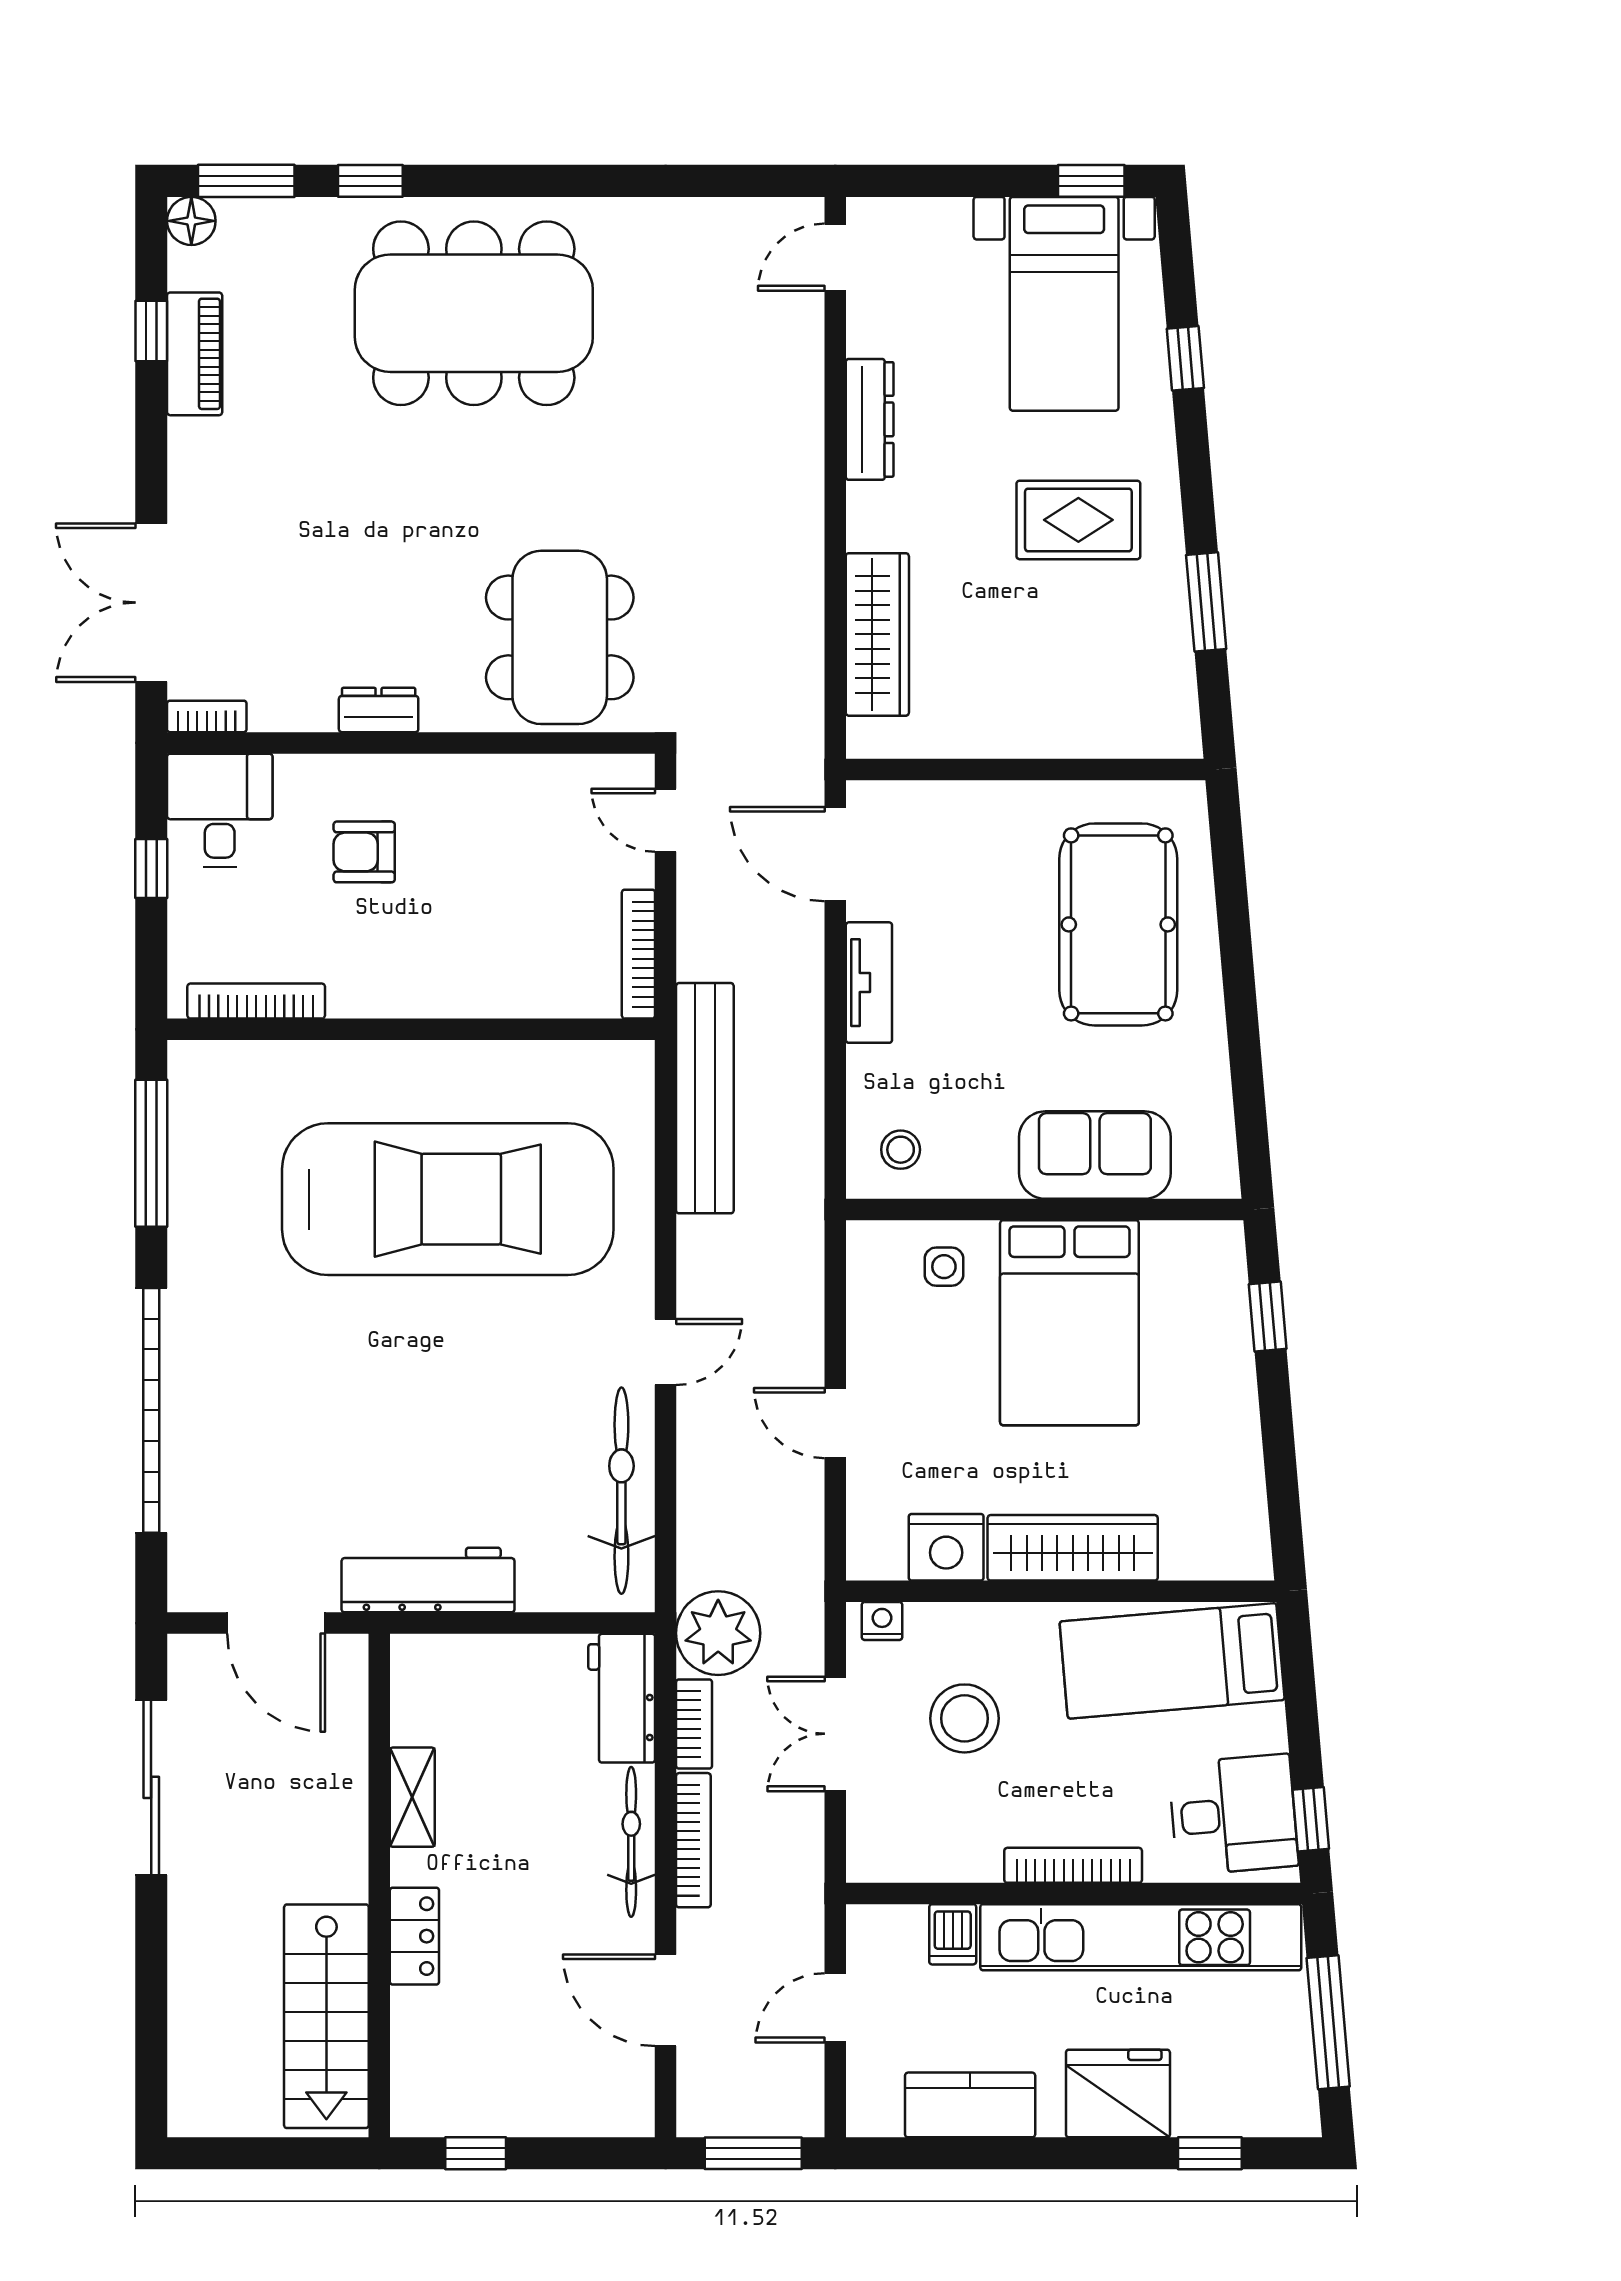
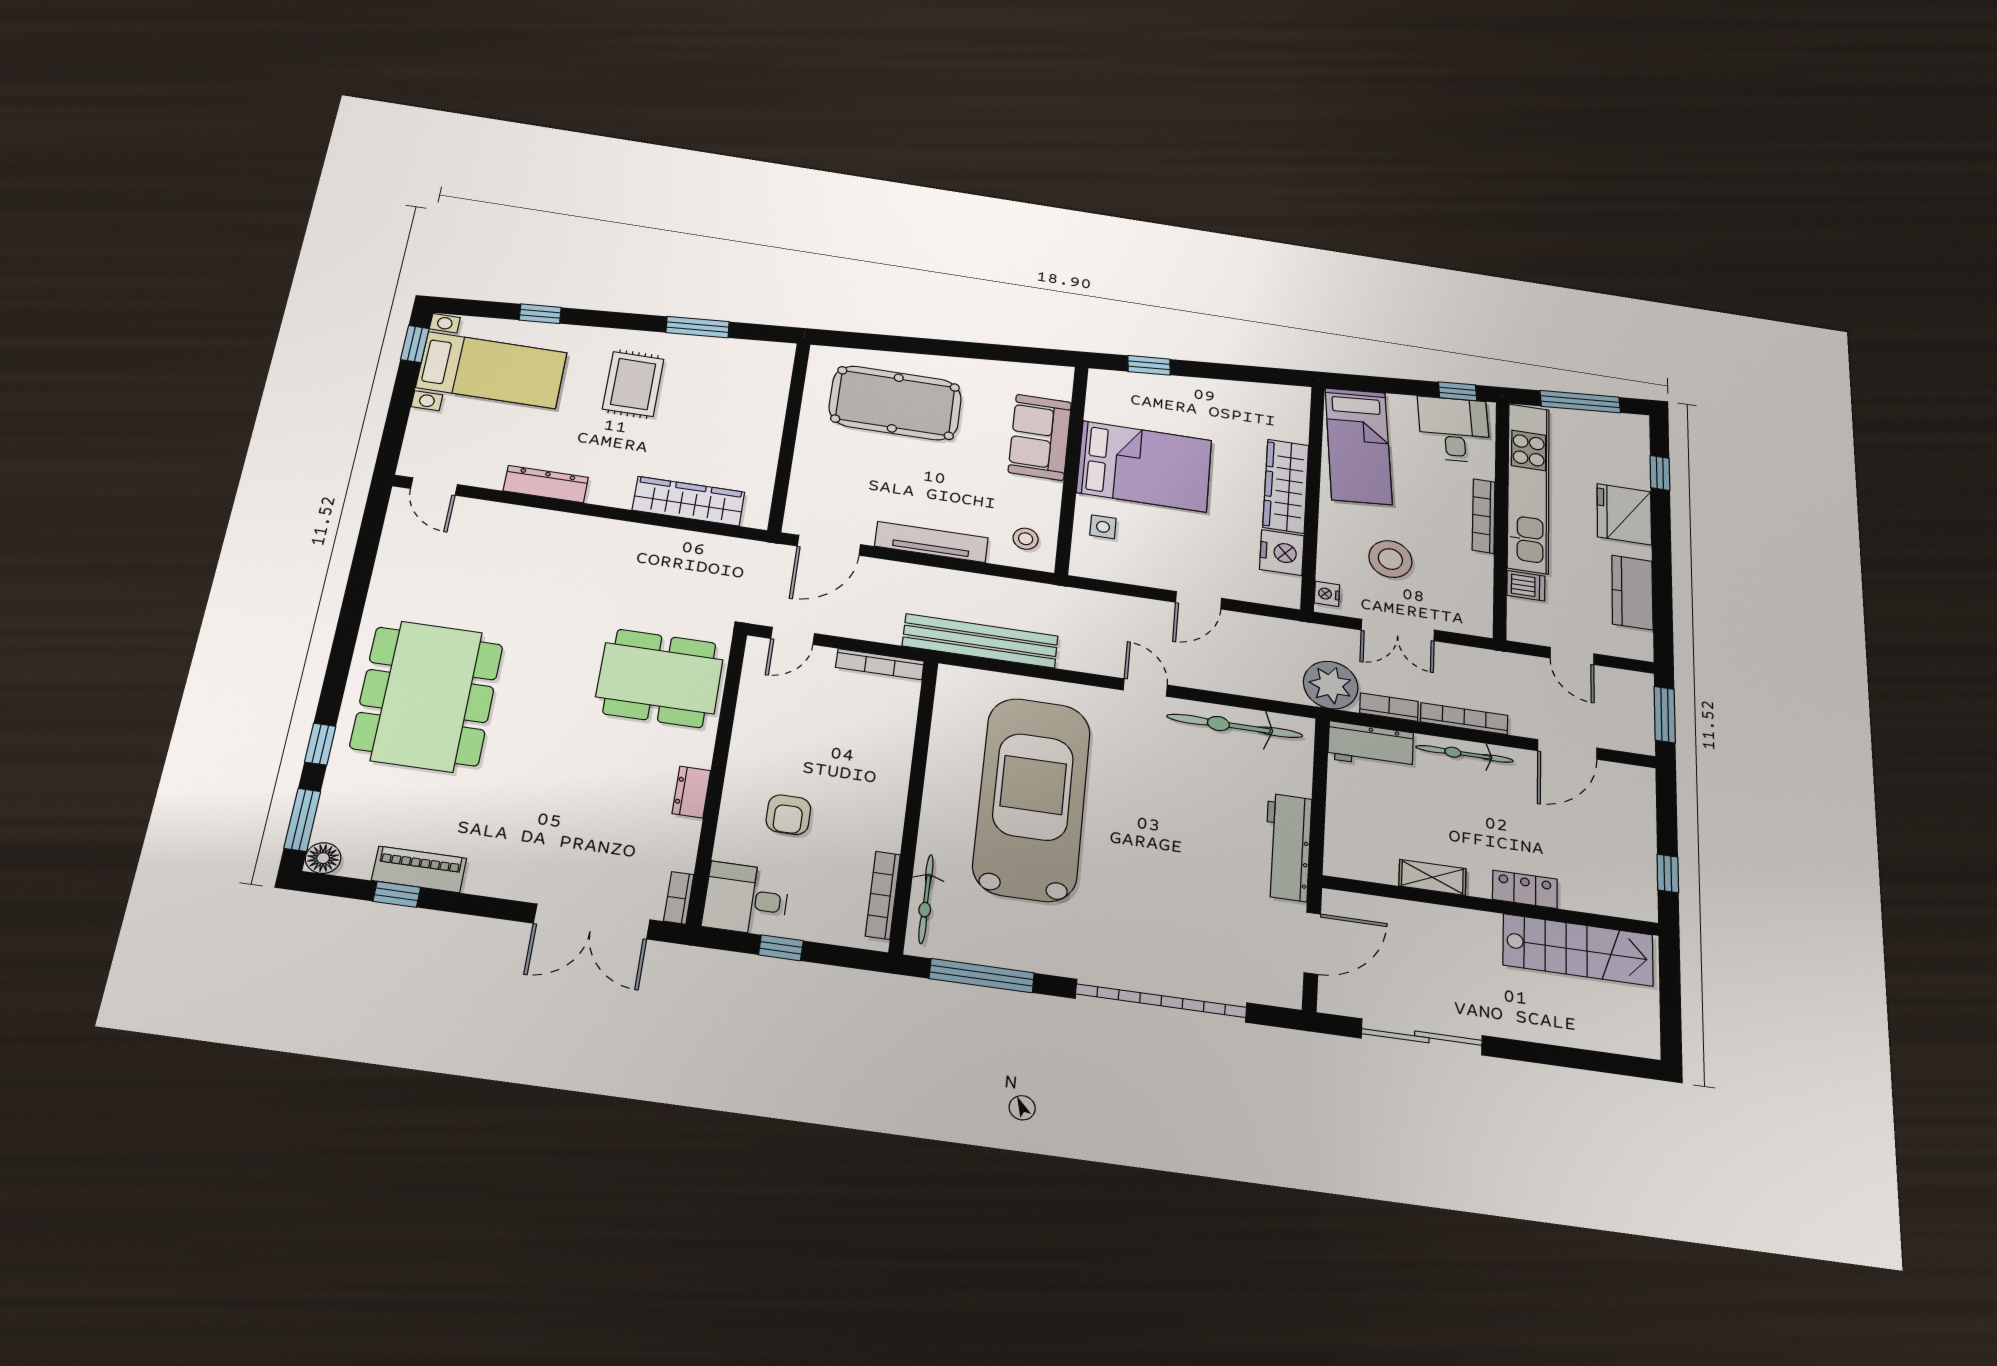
tv unit: (869, 983) -> (931, 542), width x1.41
bicycle: (260, 1063) -> (926, 899), added

